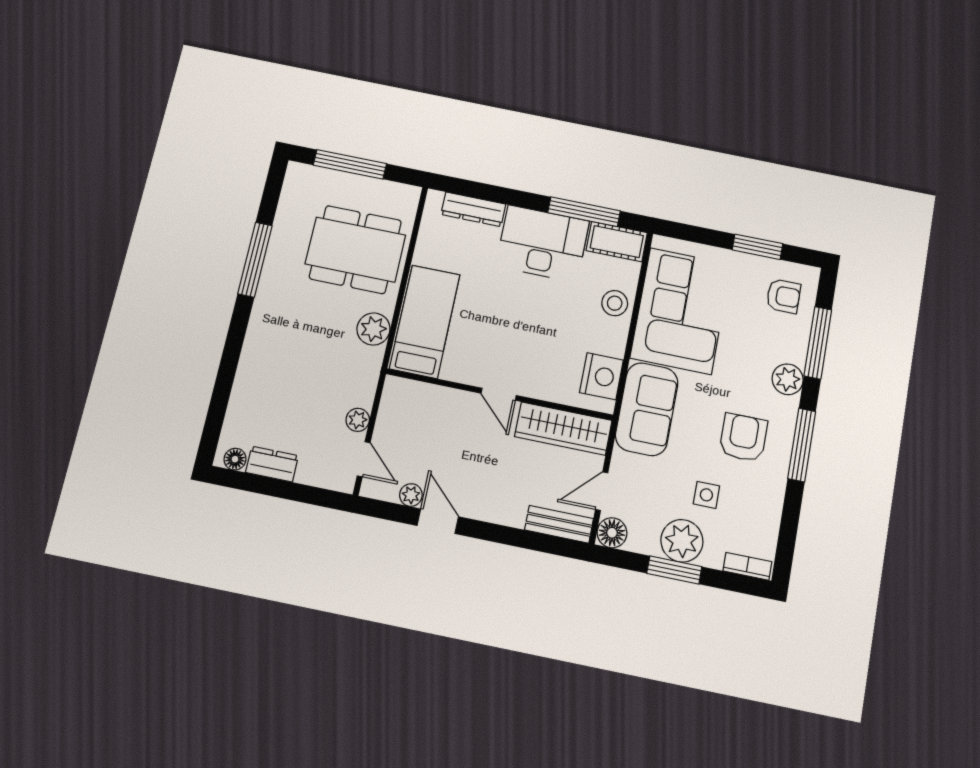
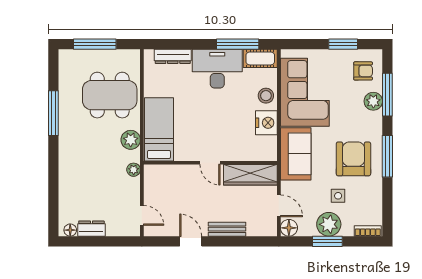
nightstand: (601, 376) -> (266, 123), moved
plant: (788, 379) -> (373, 101), moved
plant: (358, 420) -> (134, 170), moved
armchair: (743, 438) -> (353, 159), width x1.36, depth x1.36
door: (602, 491) -> (279, 206), swing flipped
plant: (411, 495) -> (173, 230), removed
bench: (559, 524) -> (227, 229), moved

